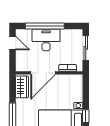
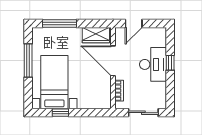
window: (45, 26) -> (170, 63), width x0.32
door: (12, 43) -> (134, 23), moved

